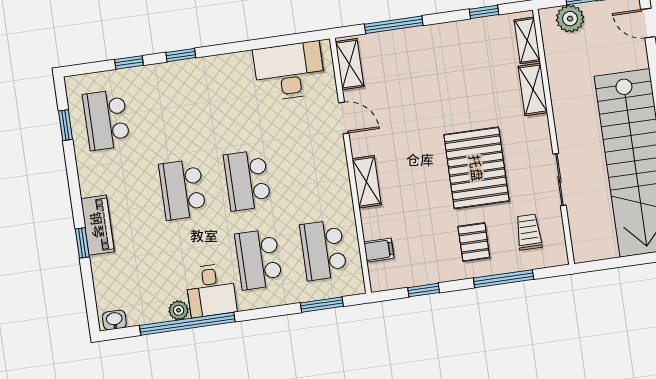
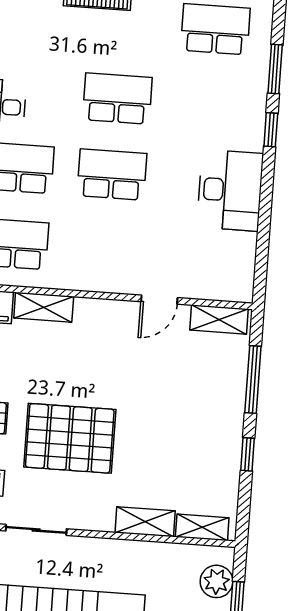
window: (484, 12) -> (248, 454), moved
window: (129, 62) -> (275, 69), width x1.50
desk: (289, 71) -> (230, 190), moved
shelving: (367, 182) -> (44, 307), moved

